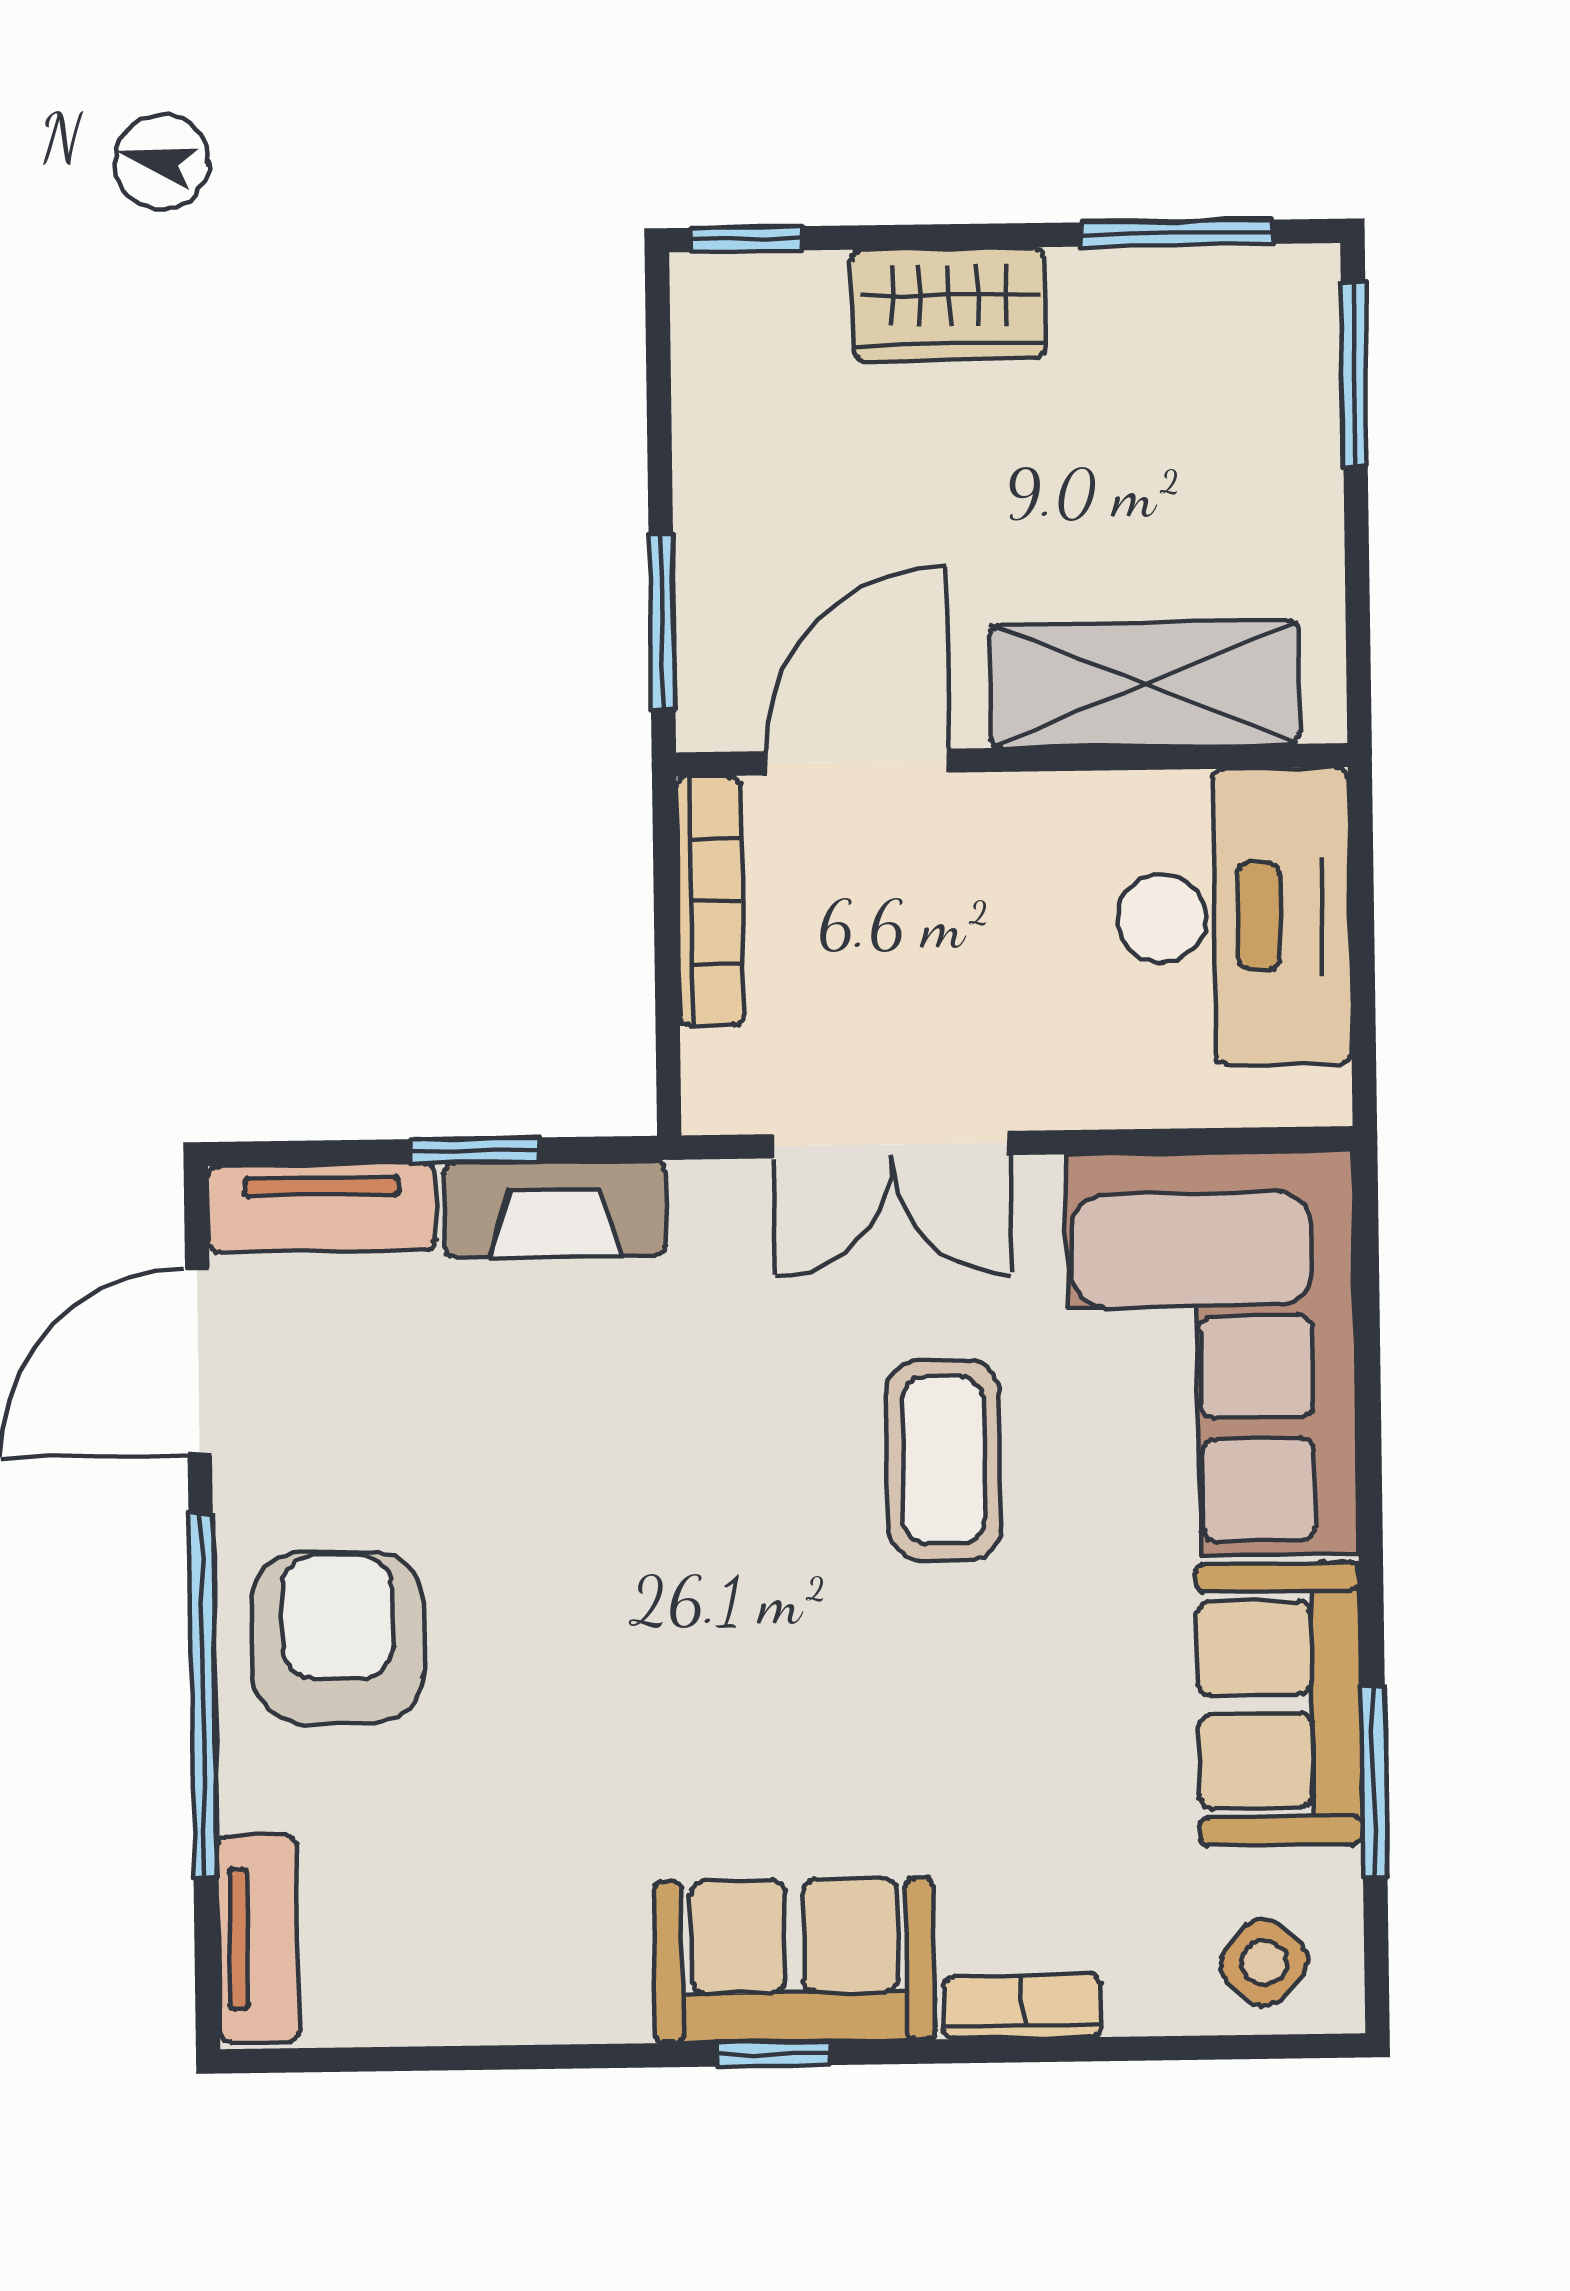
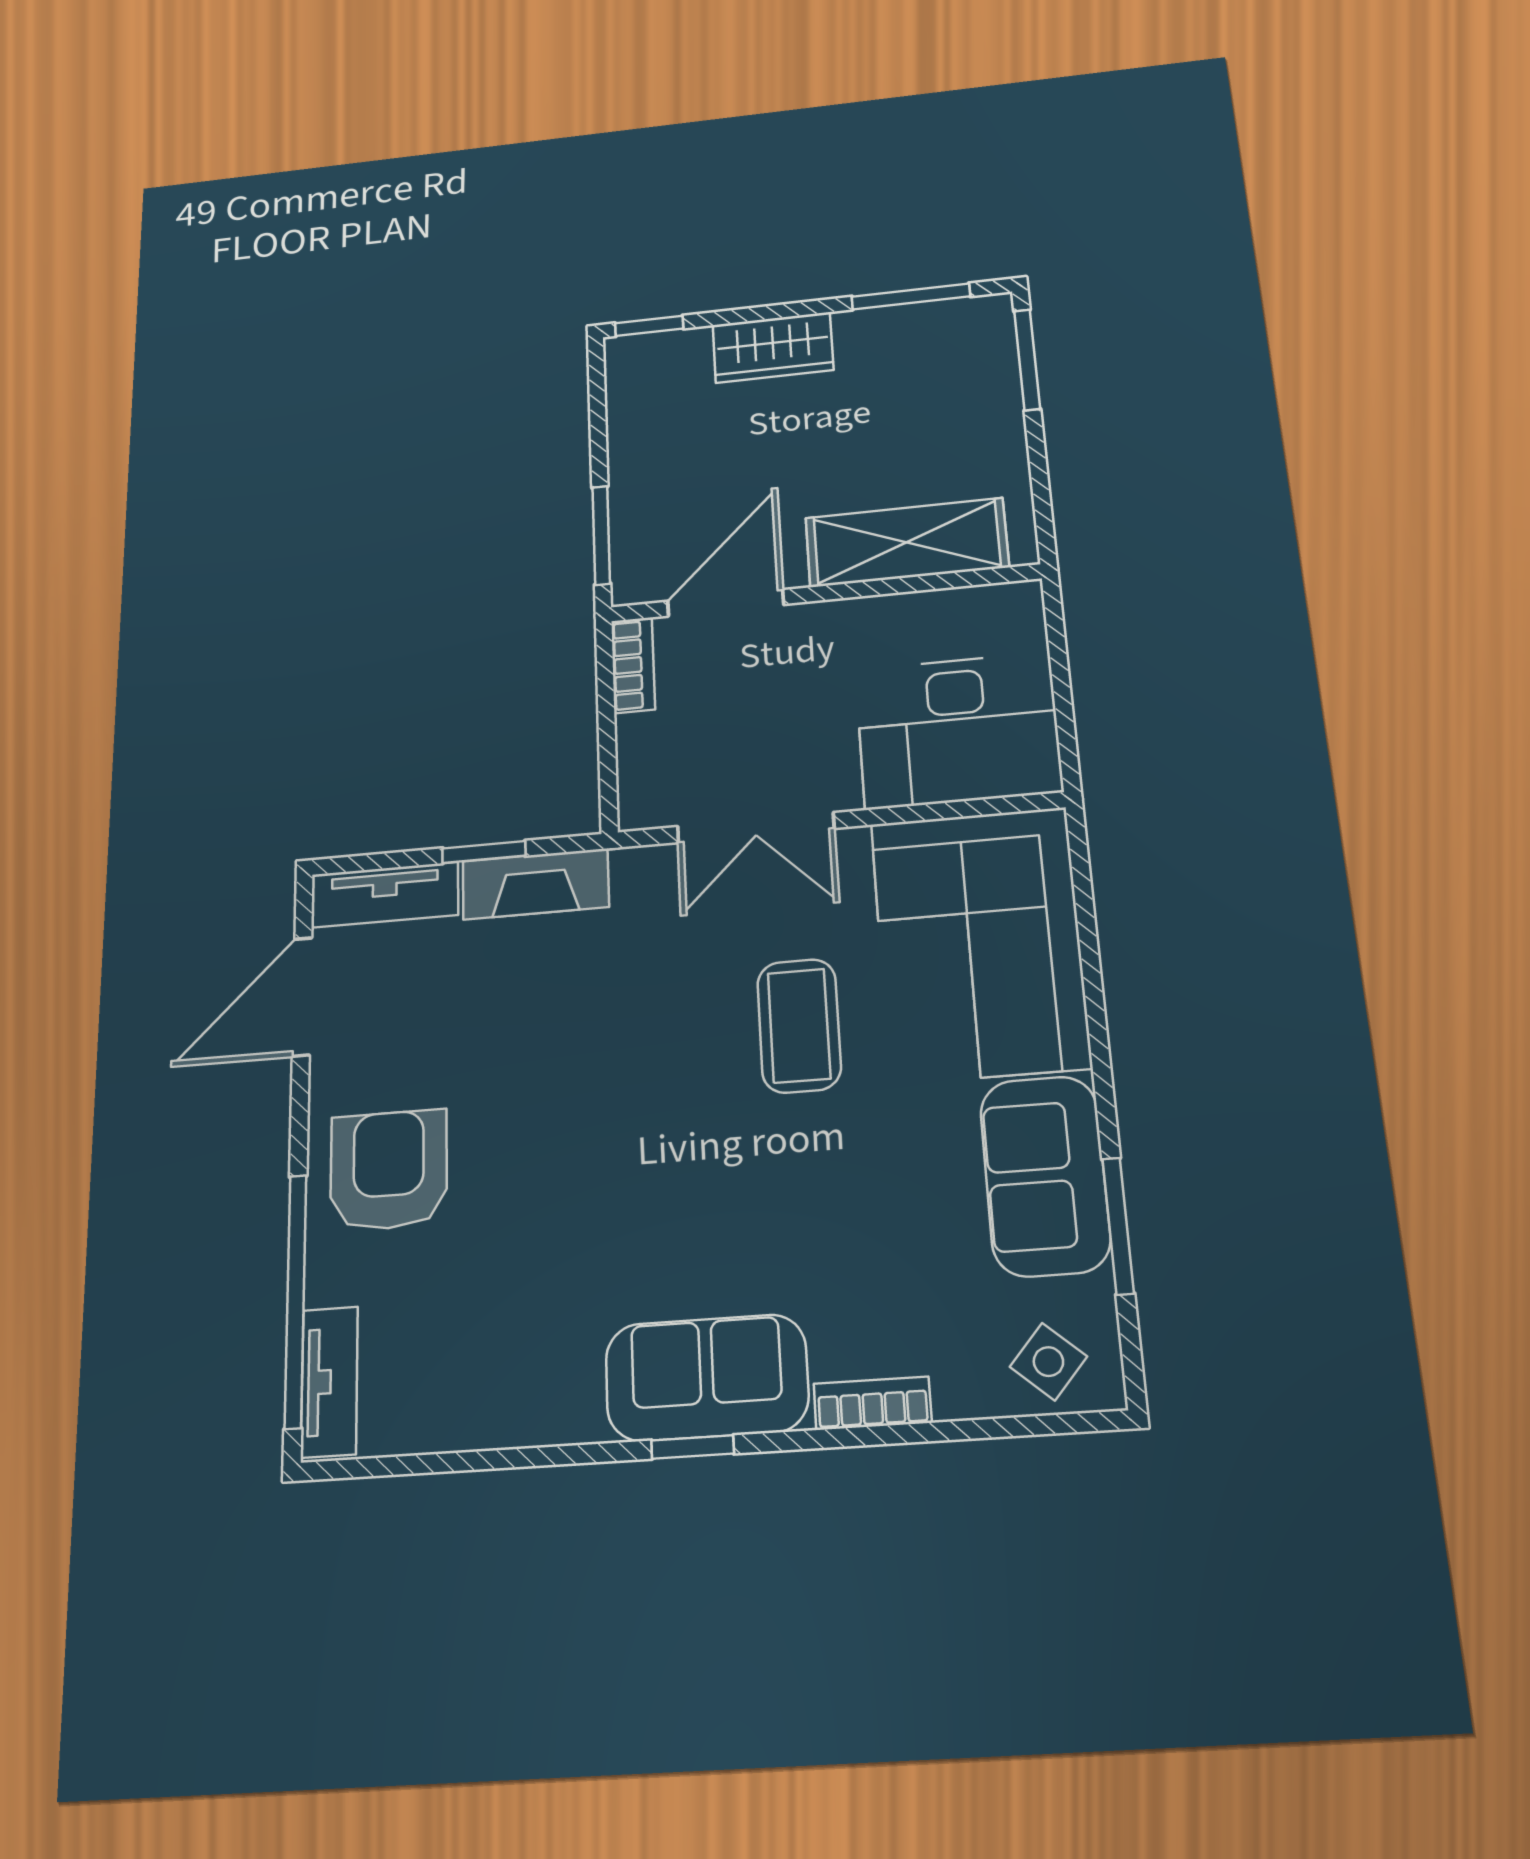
bookcase: (710, 901) -> (633, 665), width x0.64
desk: (1233, 917) -> (958, 730), moved, turned 90
window: (203, 1696) -> (296, 1300), moved

